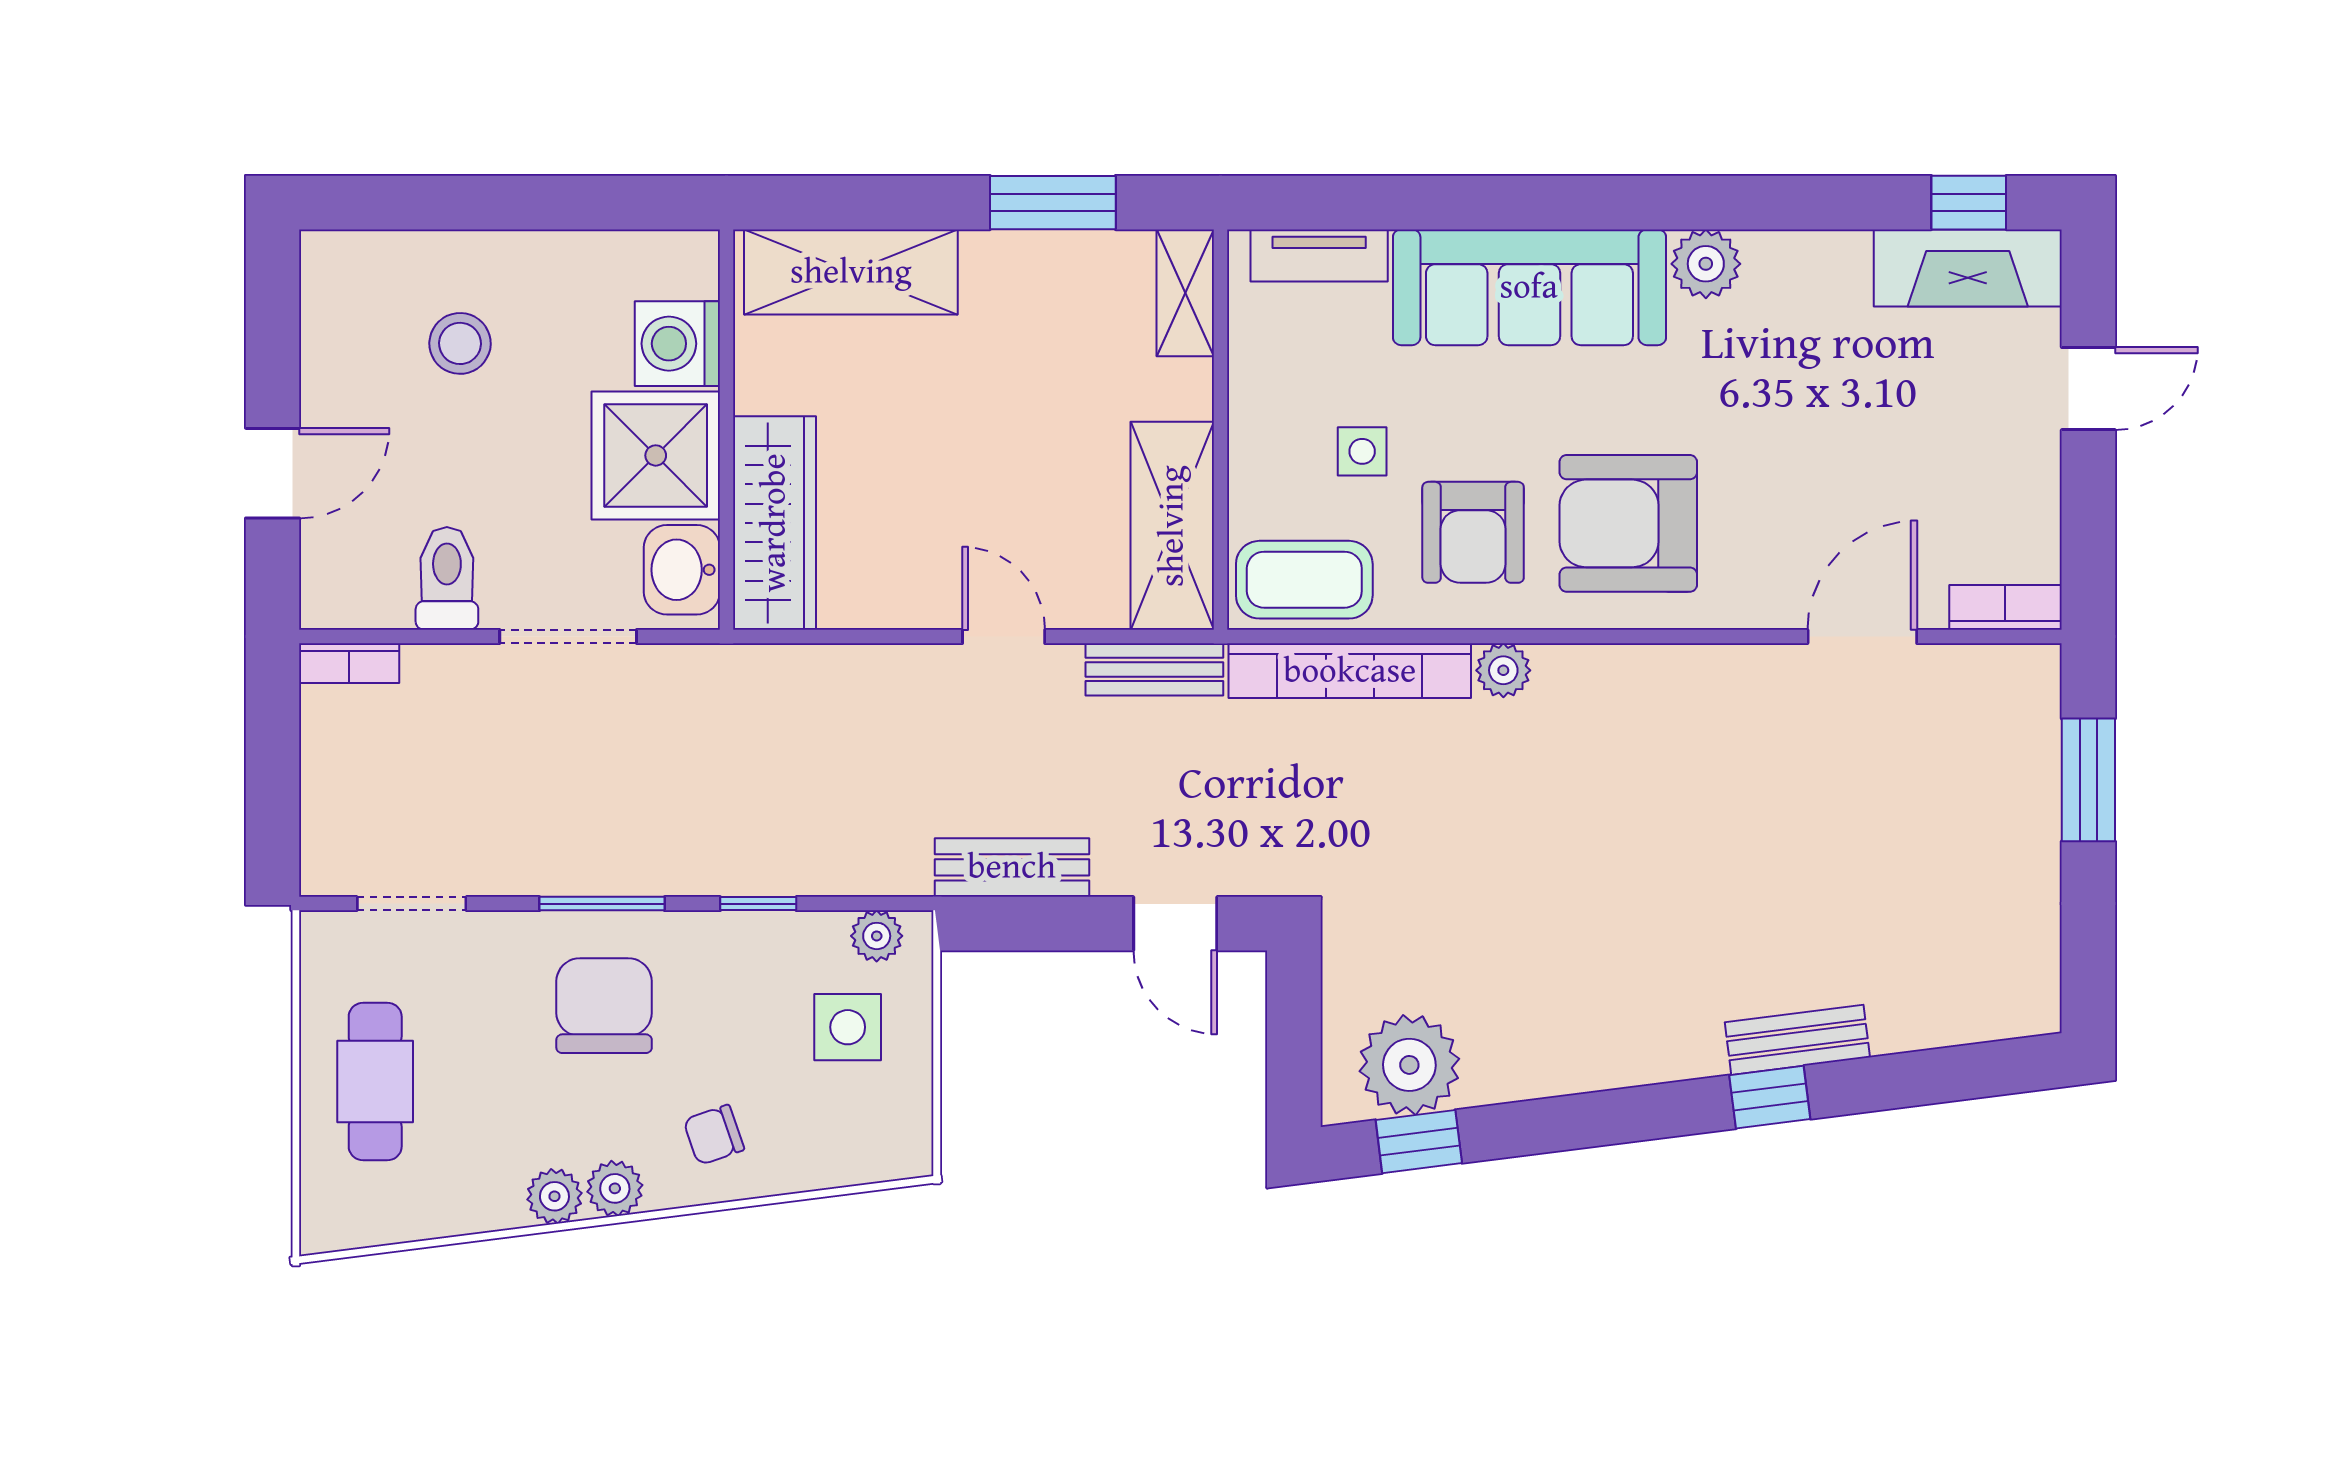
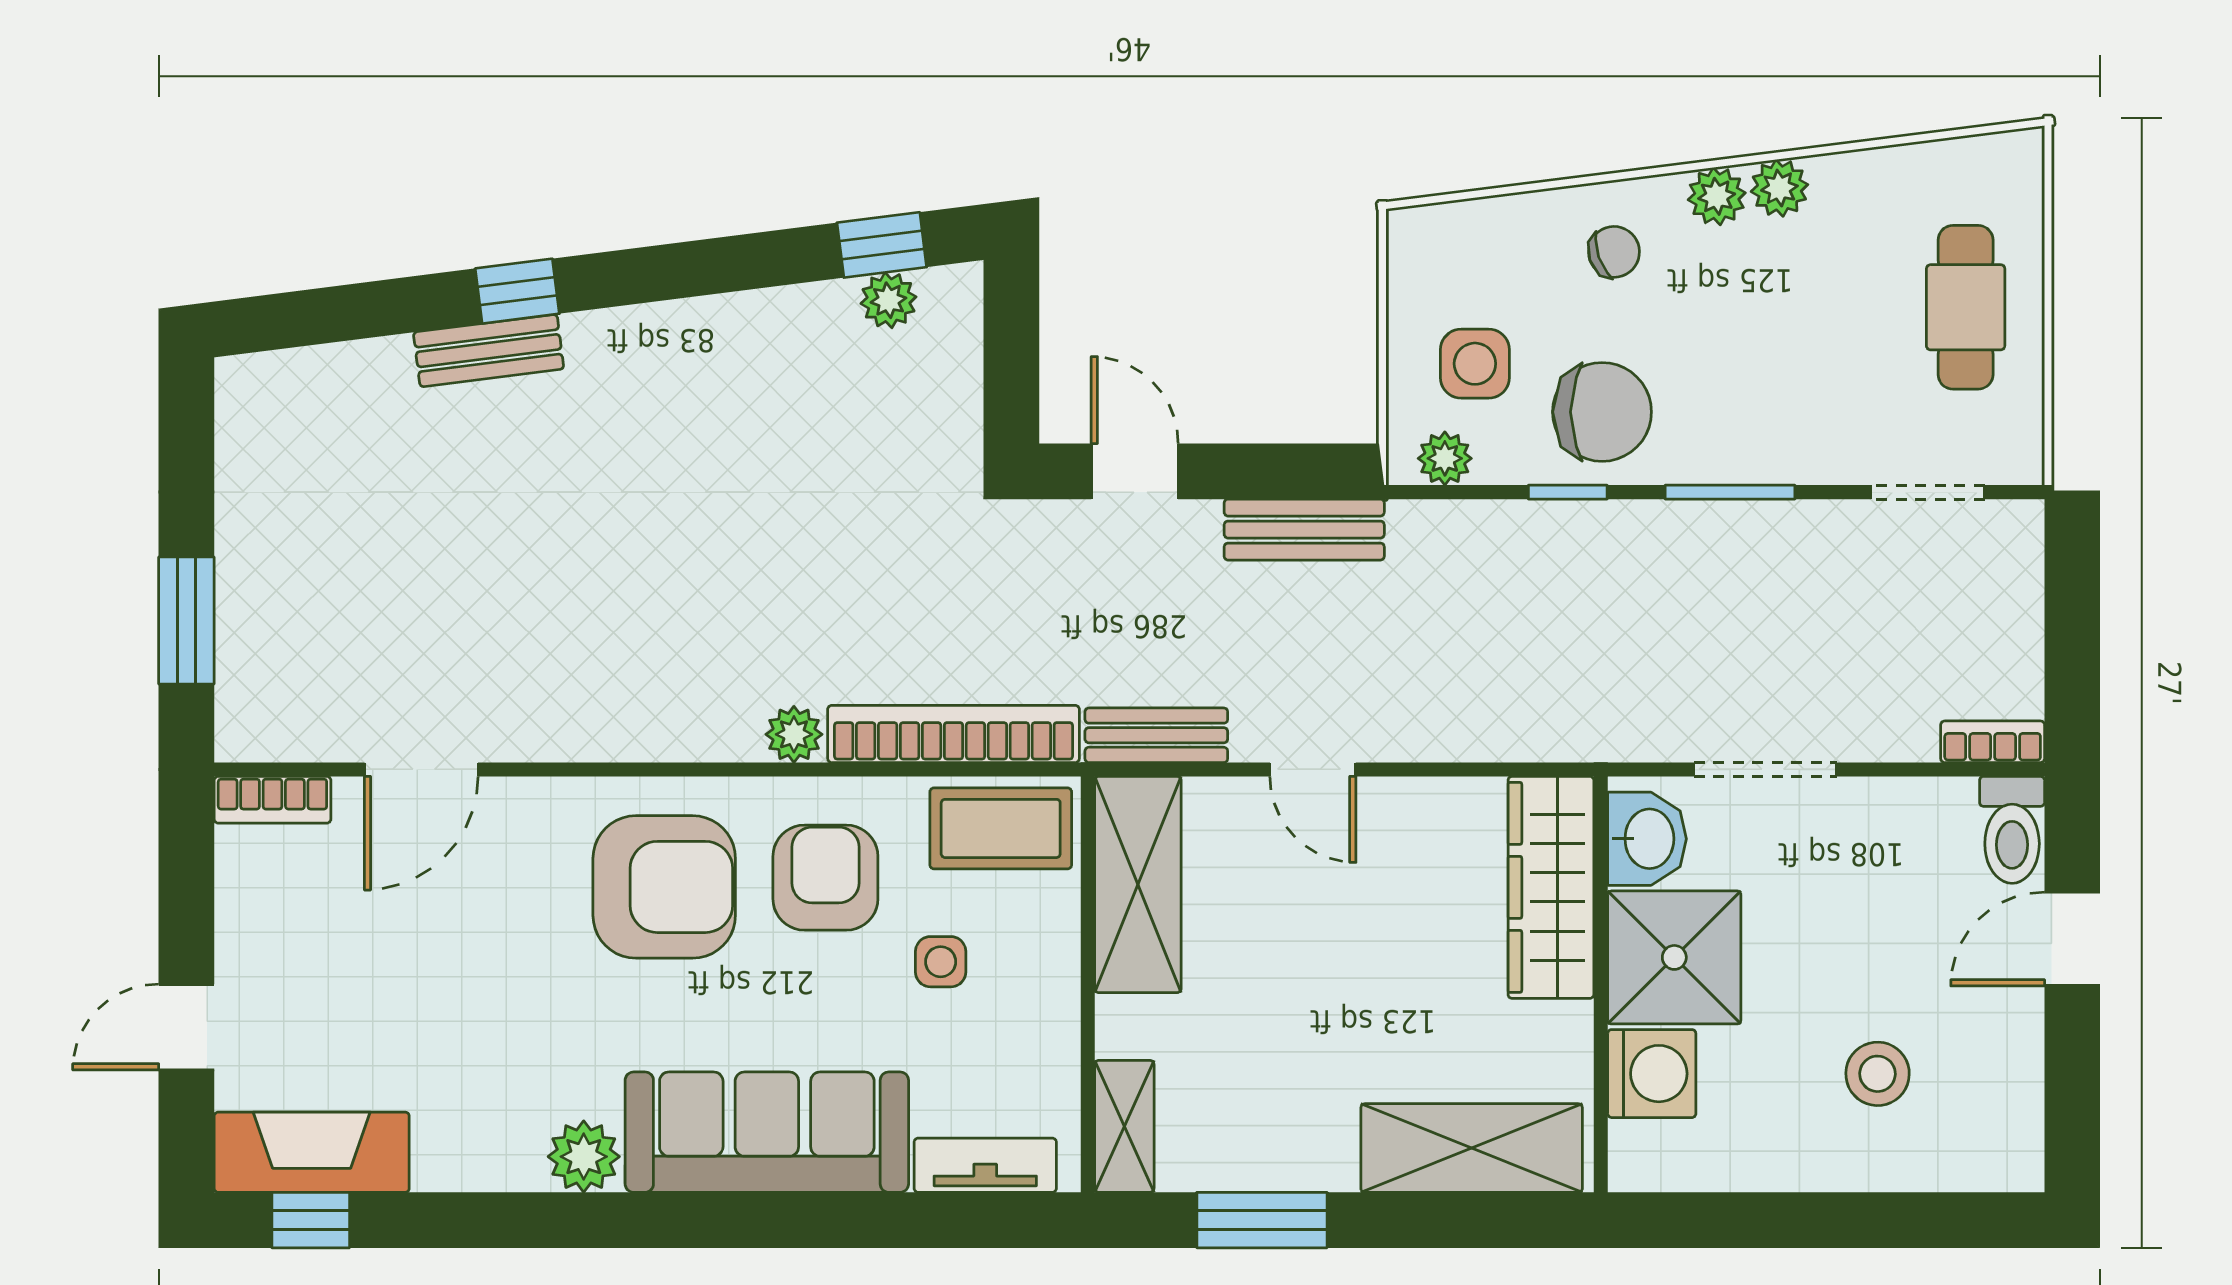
toilet: (447, 578) -> (2012, 830), moved
chair: (604, 1006) -> (1602, 412), moved, turned -90
plant: (1409, 1065) -> (888, 300), width x0.53, depth x0.53

